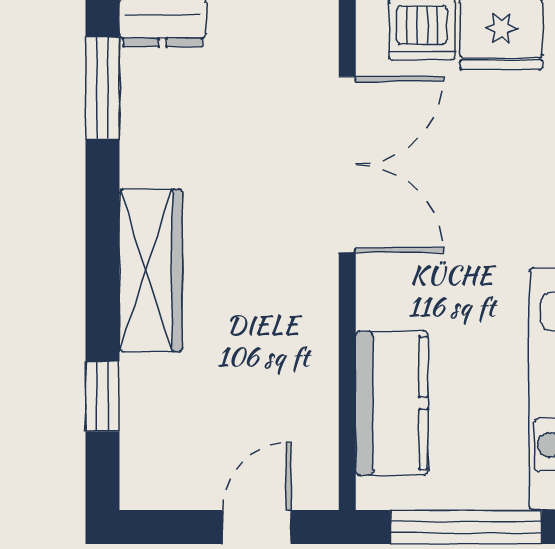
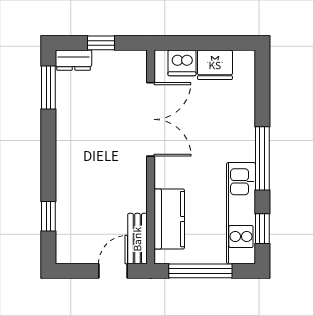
wardrobe: (151, 270) -> (69, 164), removed
bench: (316, 450) -> (137, 239), added

